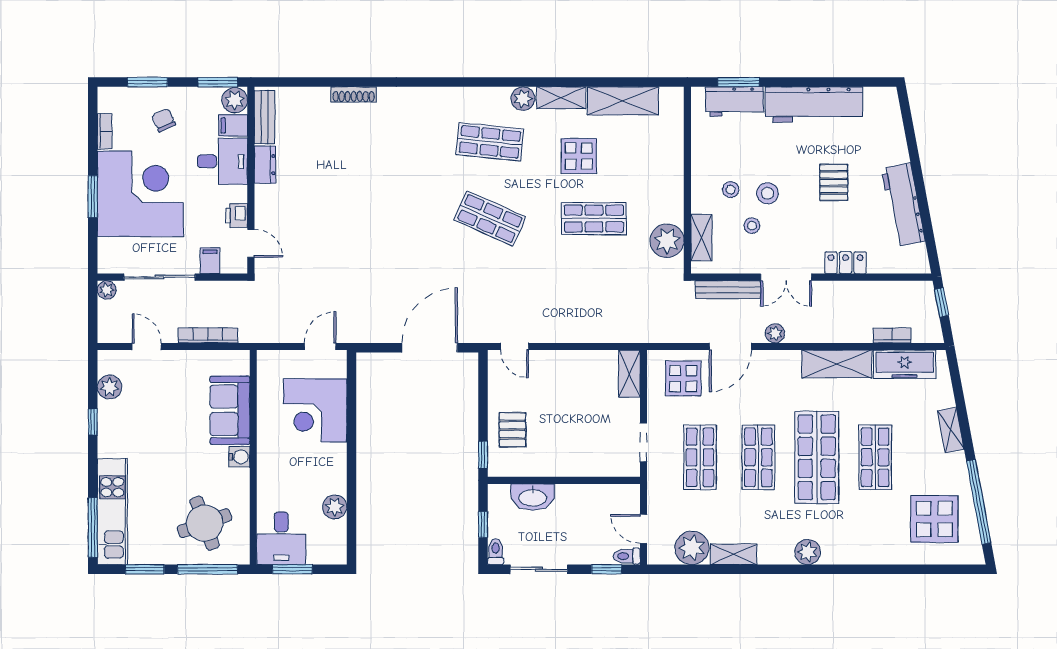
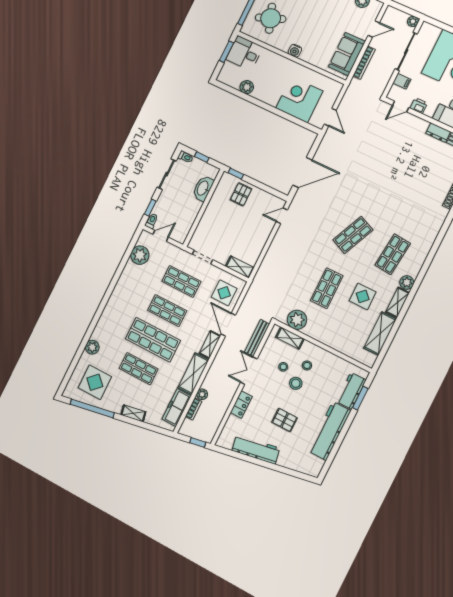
plant: (775, 333) -> (202, 394), moved
door: (430, 348) -> (302, 172), hinge flipped
sofa: (230, 410) -> (347, 54), moved, turned -90
pallet: (512, 430) -> (241, 194), turned 90
plant: (808, 552) -> (92, 347), moved
shelving: (734, 554) -> (210, 345), moved

